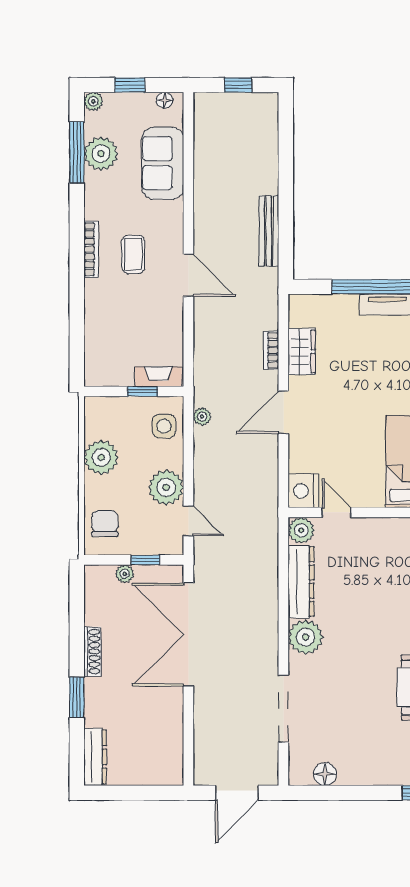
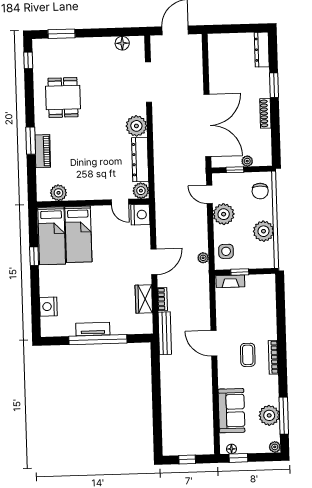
window: (130, 85) -> (238, 458), moved
bench: (269, 231) -> (165, 333), moved

